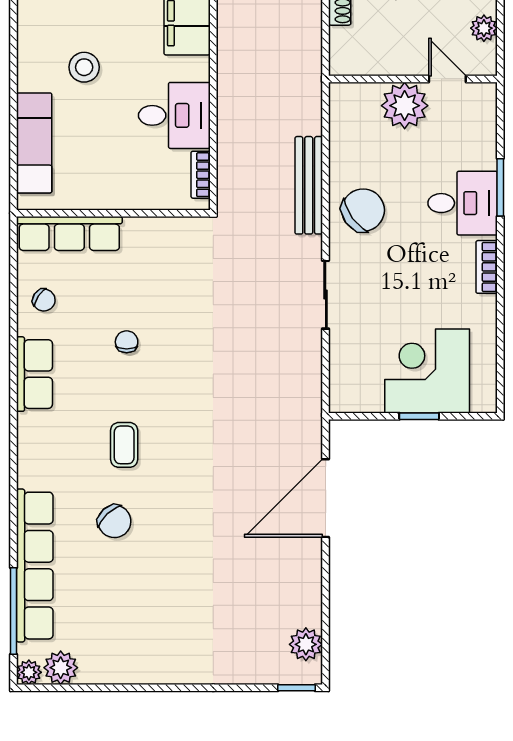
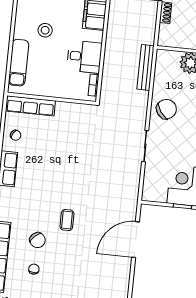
bench: (309, 185) -> (145, 67), moved
chair: (127, 342) -> (34, 269), moved
coffee table: (124, 445) -> (67, 220), moved

